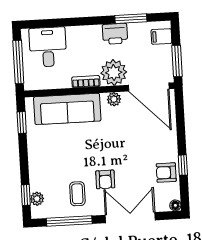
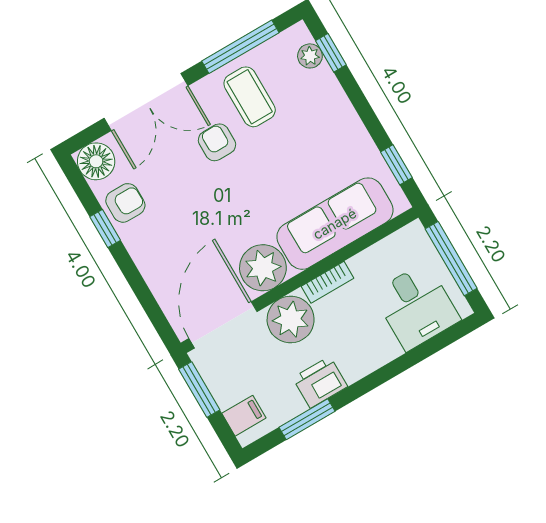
door: (149, 87) -> (223, 325), hinge flipped
plant: (114, 99) -> (263, 268), width x1.88, depth x1.88
coffee table: (77, 194) -> (250, 97), width x1.36, depth x1.30
floor lamp: (175, 205) -> (96, 161), width x1.89, depth x1.89

